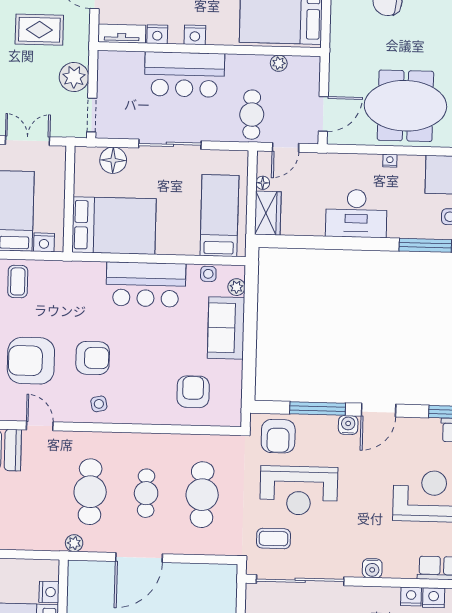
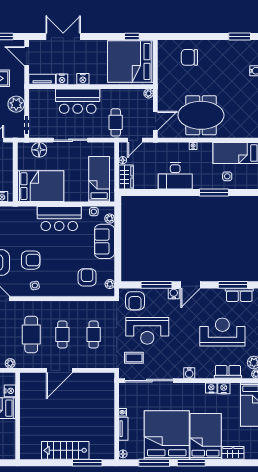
plant: (279, 63) -> (149, 93), moved
plant: (234, 405) -> (110, 284), added
cafe table: (202, 495) -> (94, 334), width x0.73, depth x0.74
plant: (74, 543) -> (10, 363), moved

